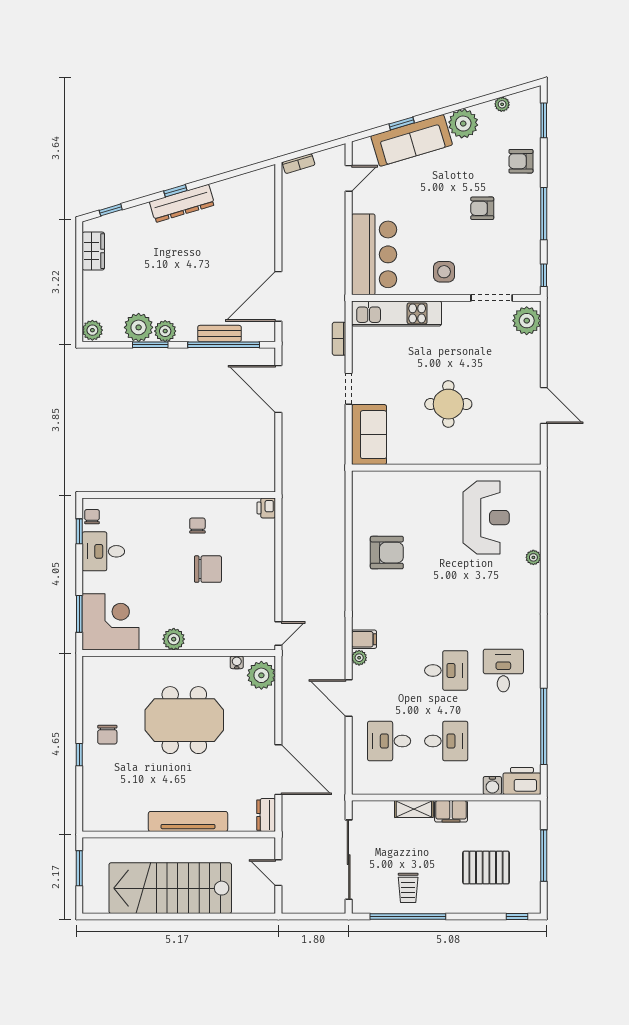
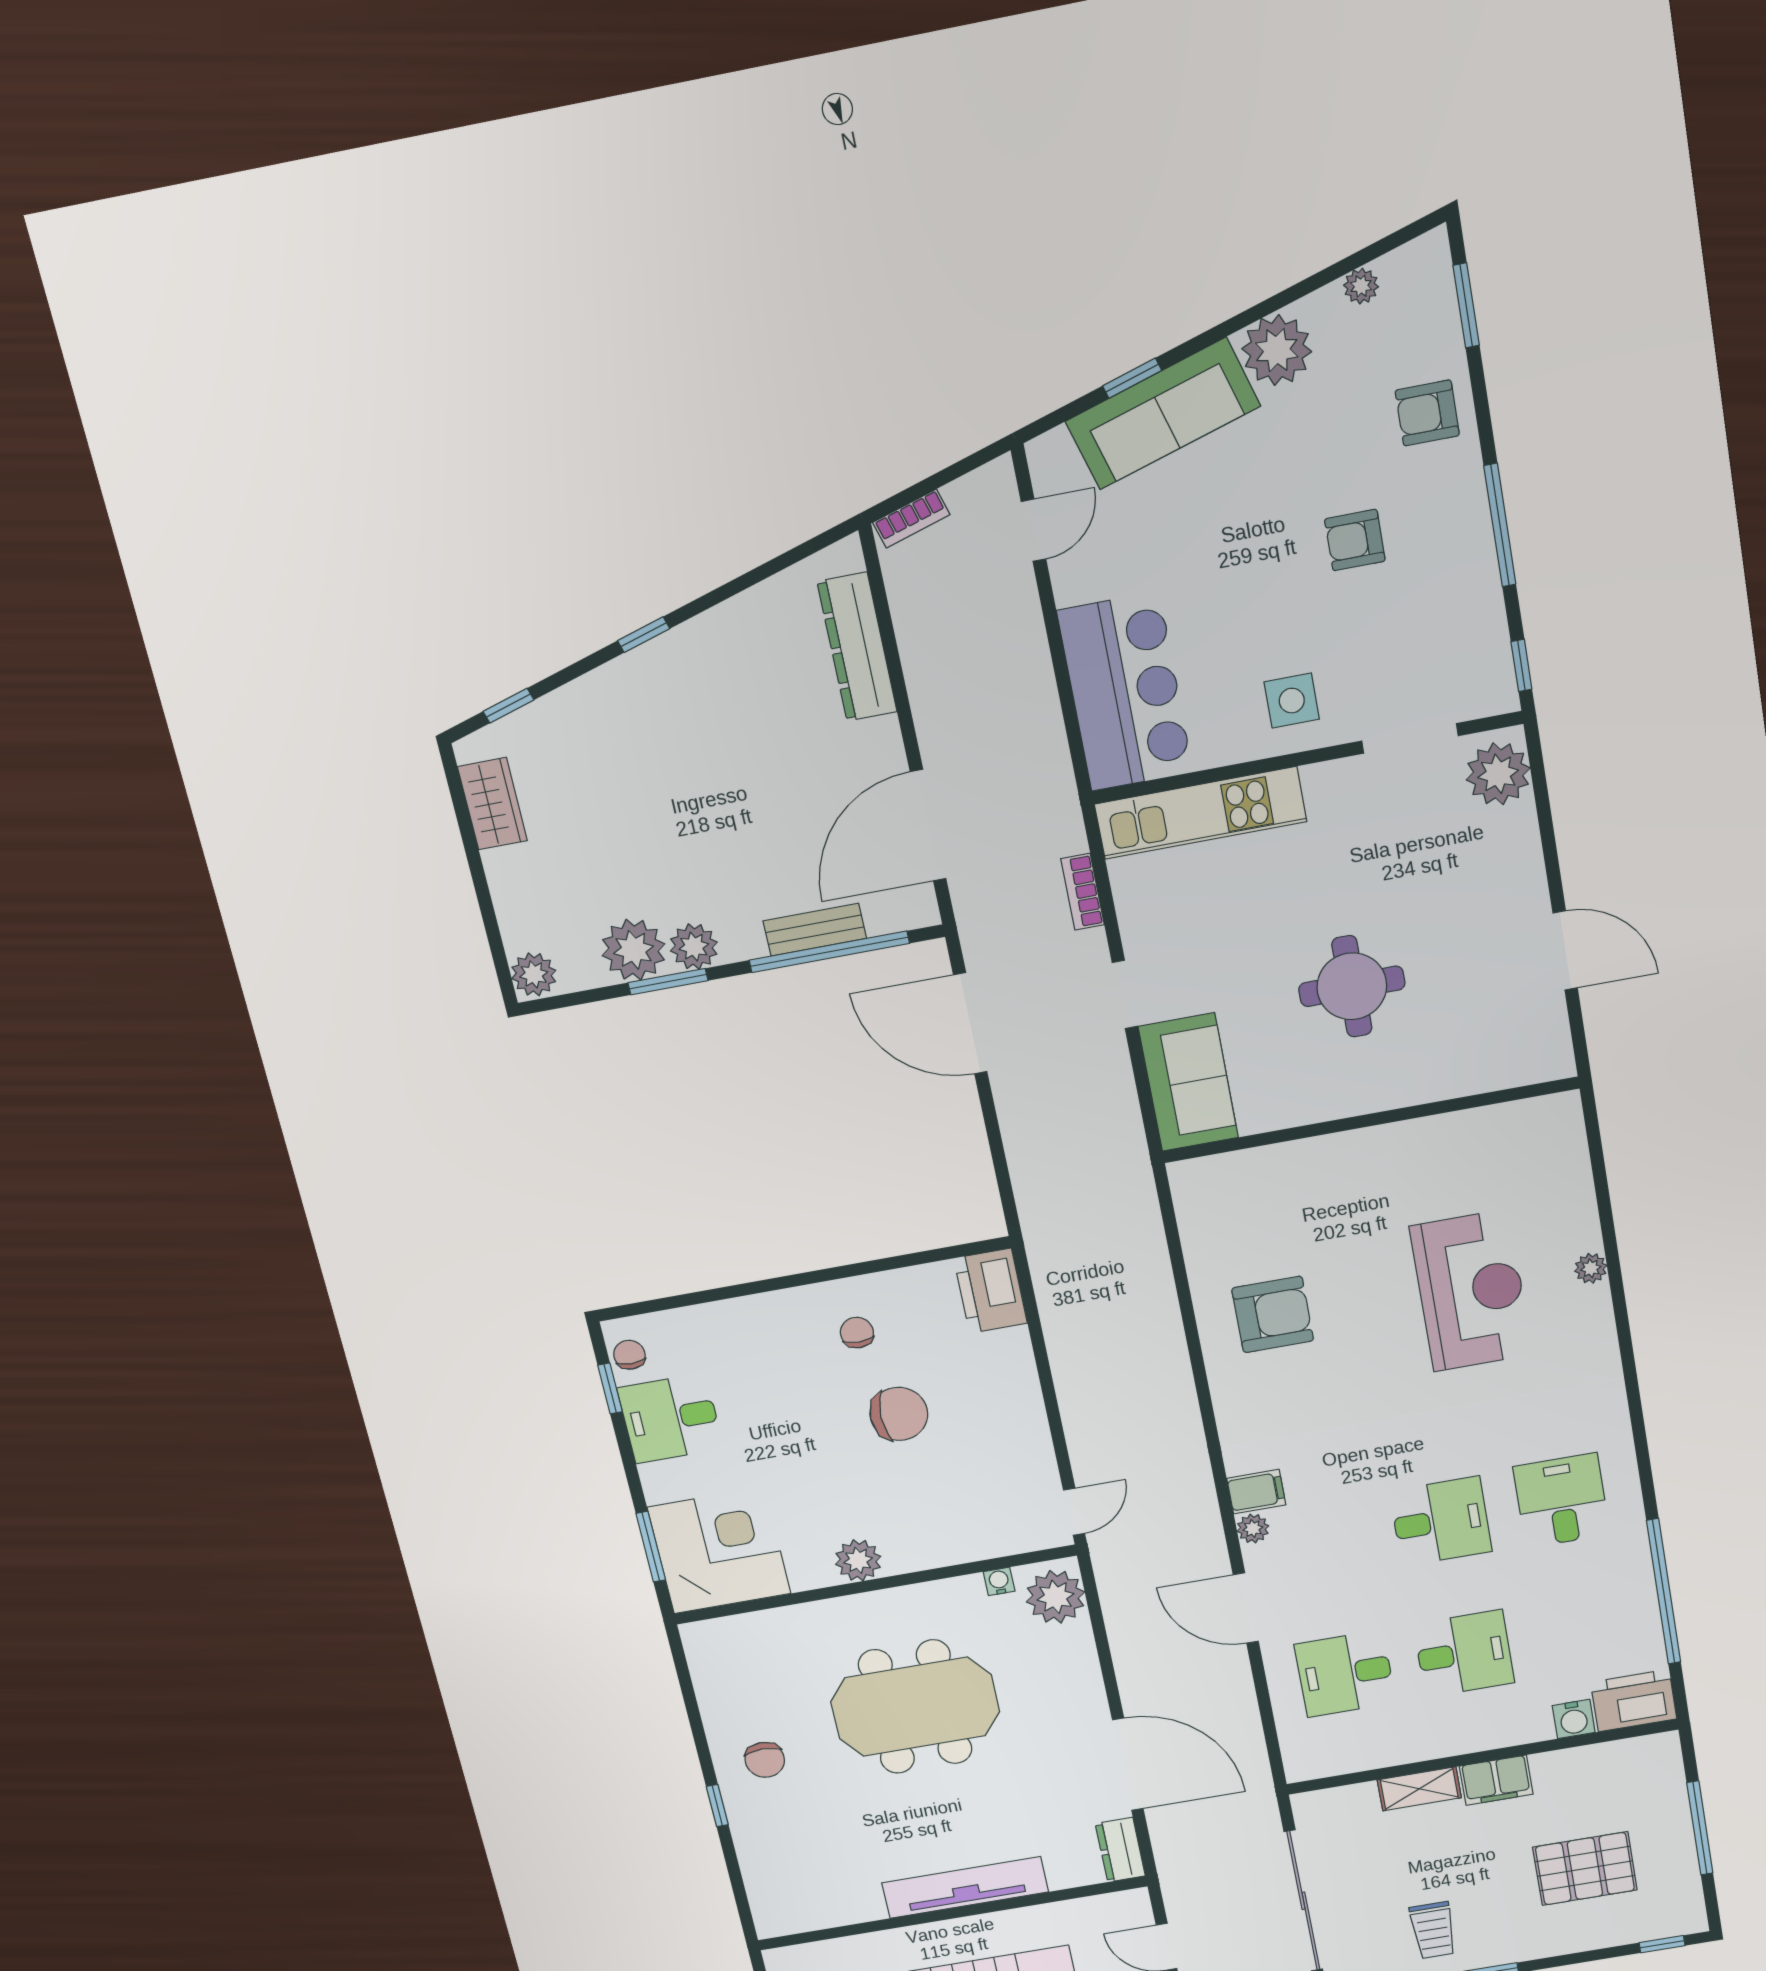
dresser: (182, 203) -> (857, 647), moved, turned 107
printer: (266, 508) -> (990, 1291), width x1.87, depth x1.48
reception desk: (486, 518) -> (1471, 1291), moved

